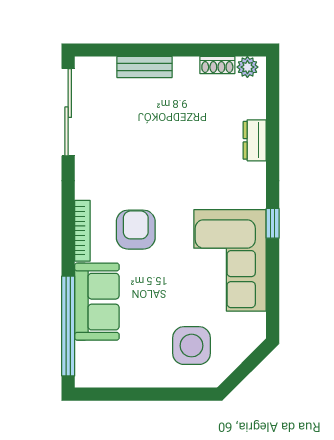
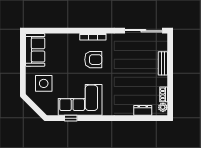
dresser: (255, 140) -> (143, 110), moved
window: (273, 223) -> (71, 118), moved
sofa: (97, 302) -> (35, 50), moved, turned -90
window: (68, 326) -> (52, 31), removed

